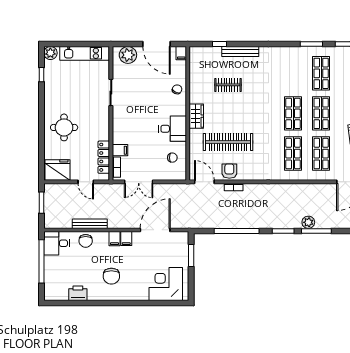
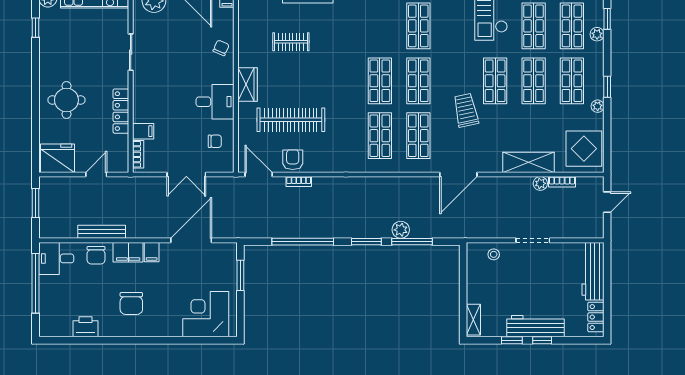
locker: (104, 157) -> (121, 111), moved
door: (86, 182) -> (96, 175), swing flipped
double door: (139, 182) -> (186, 175), moved
filing cabinet: (114, 239) -> (128, 252), width x2.00

